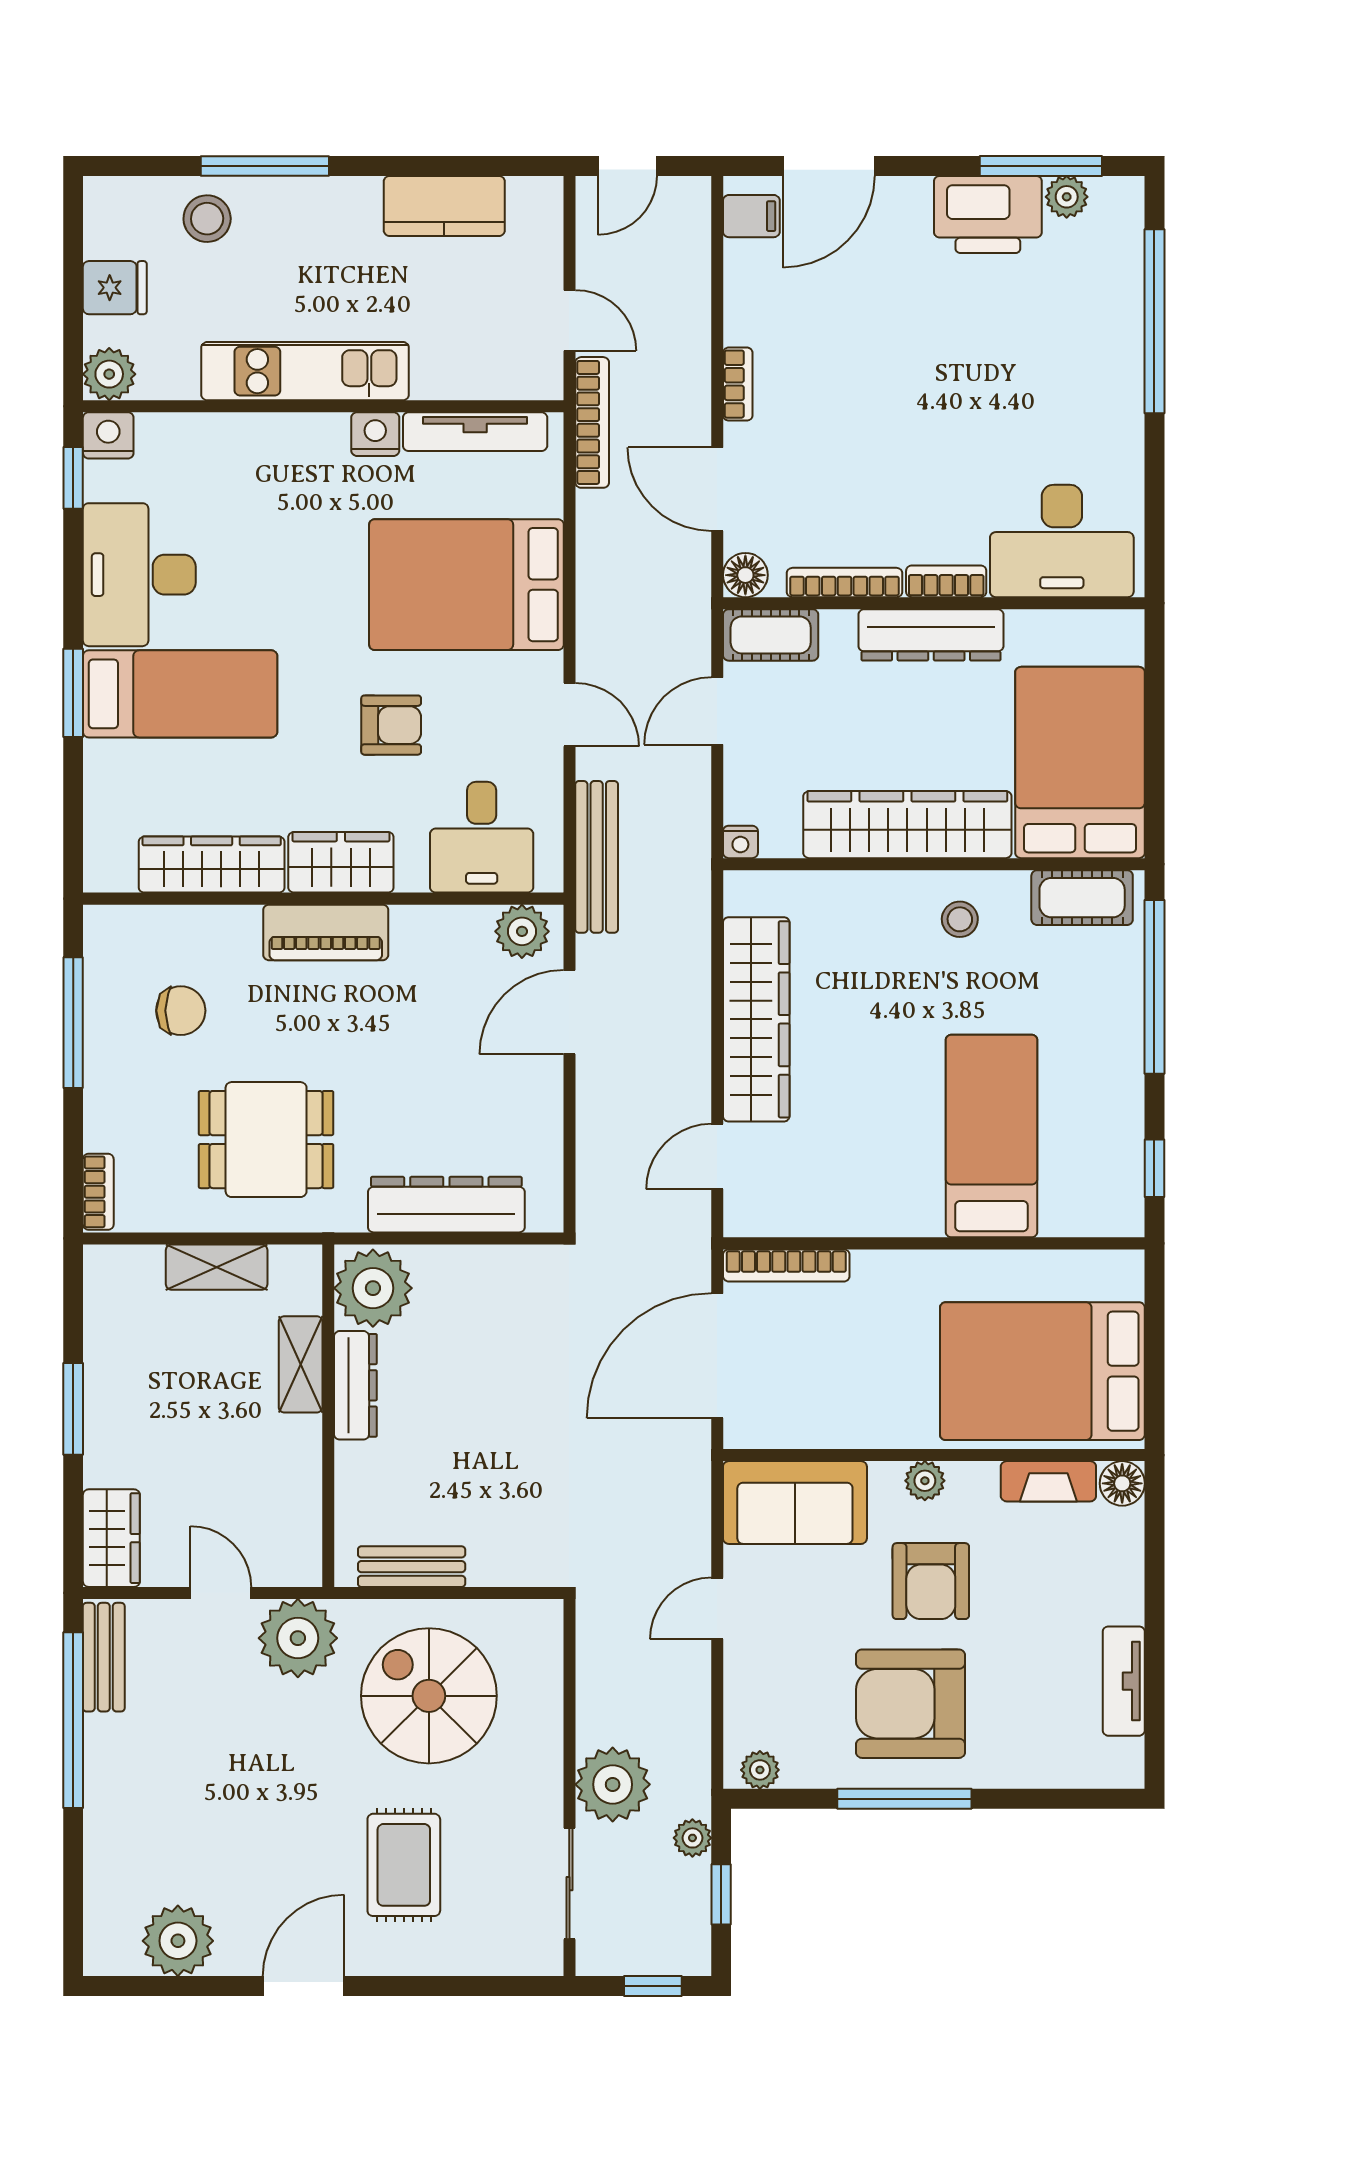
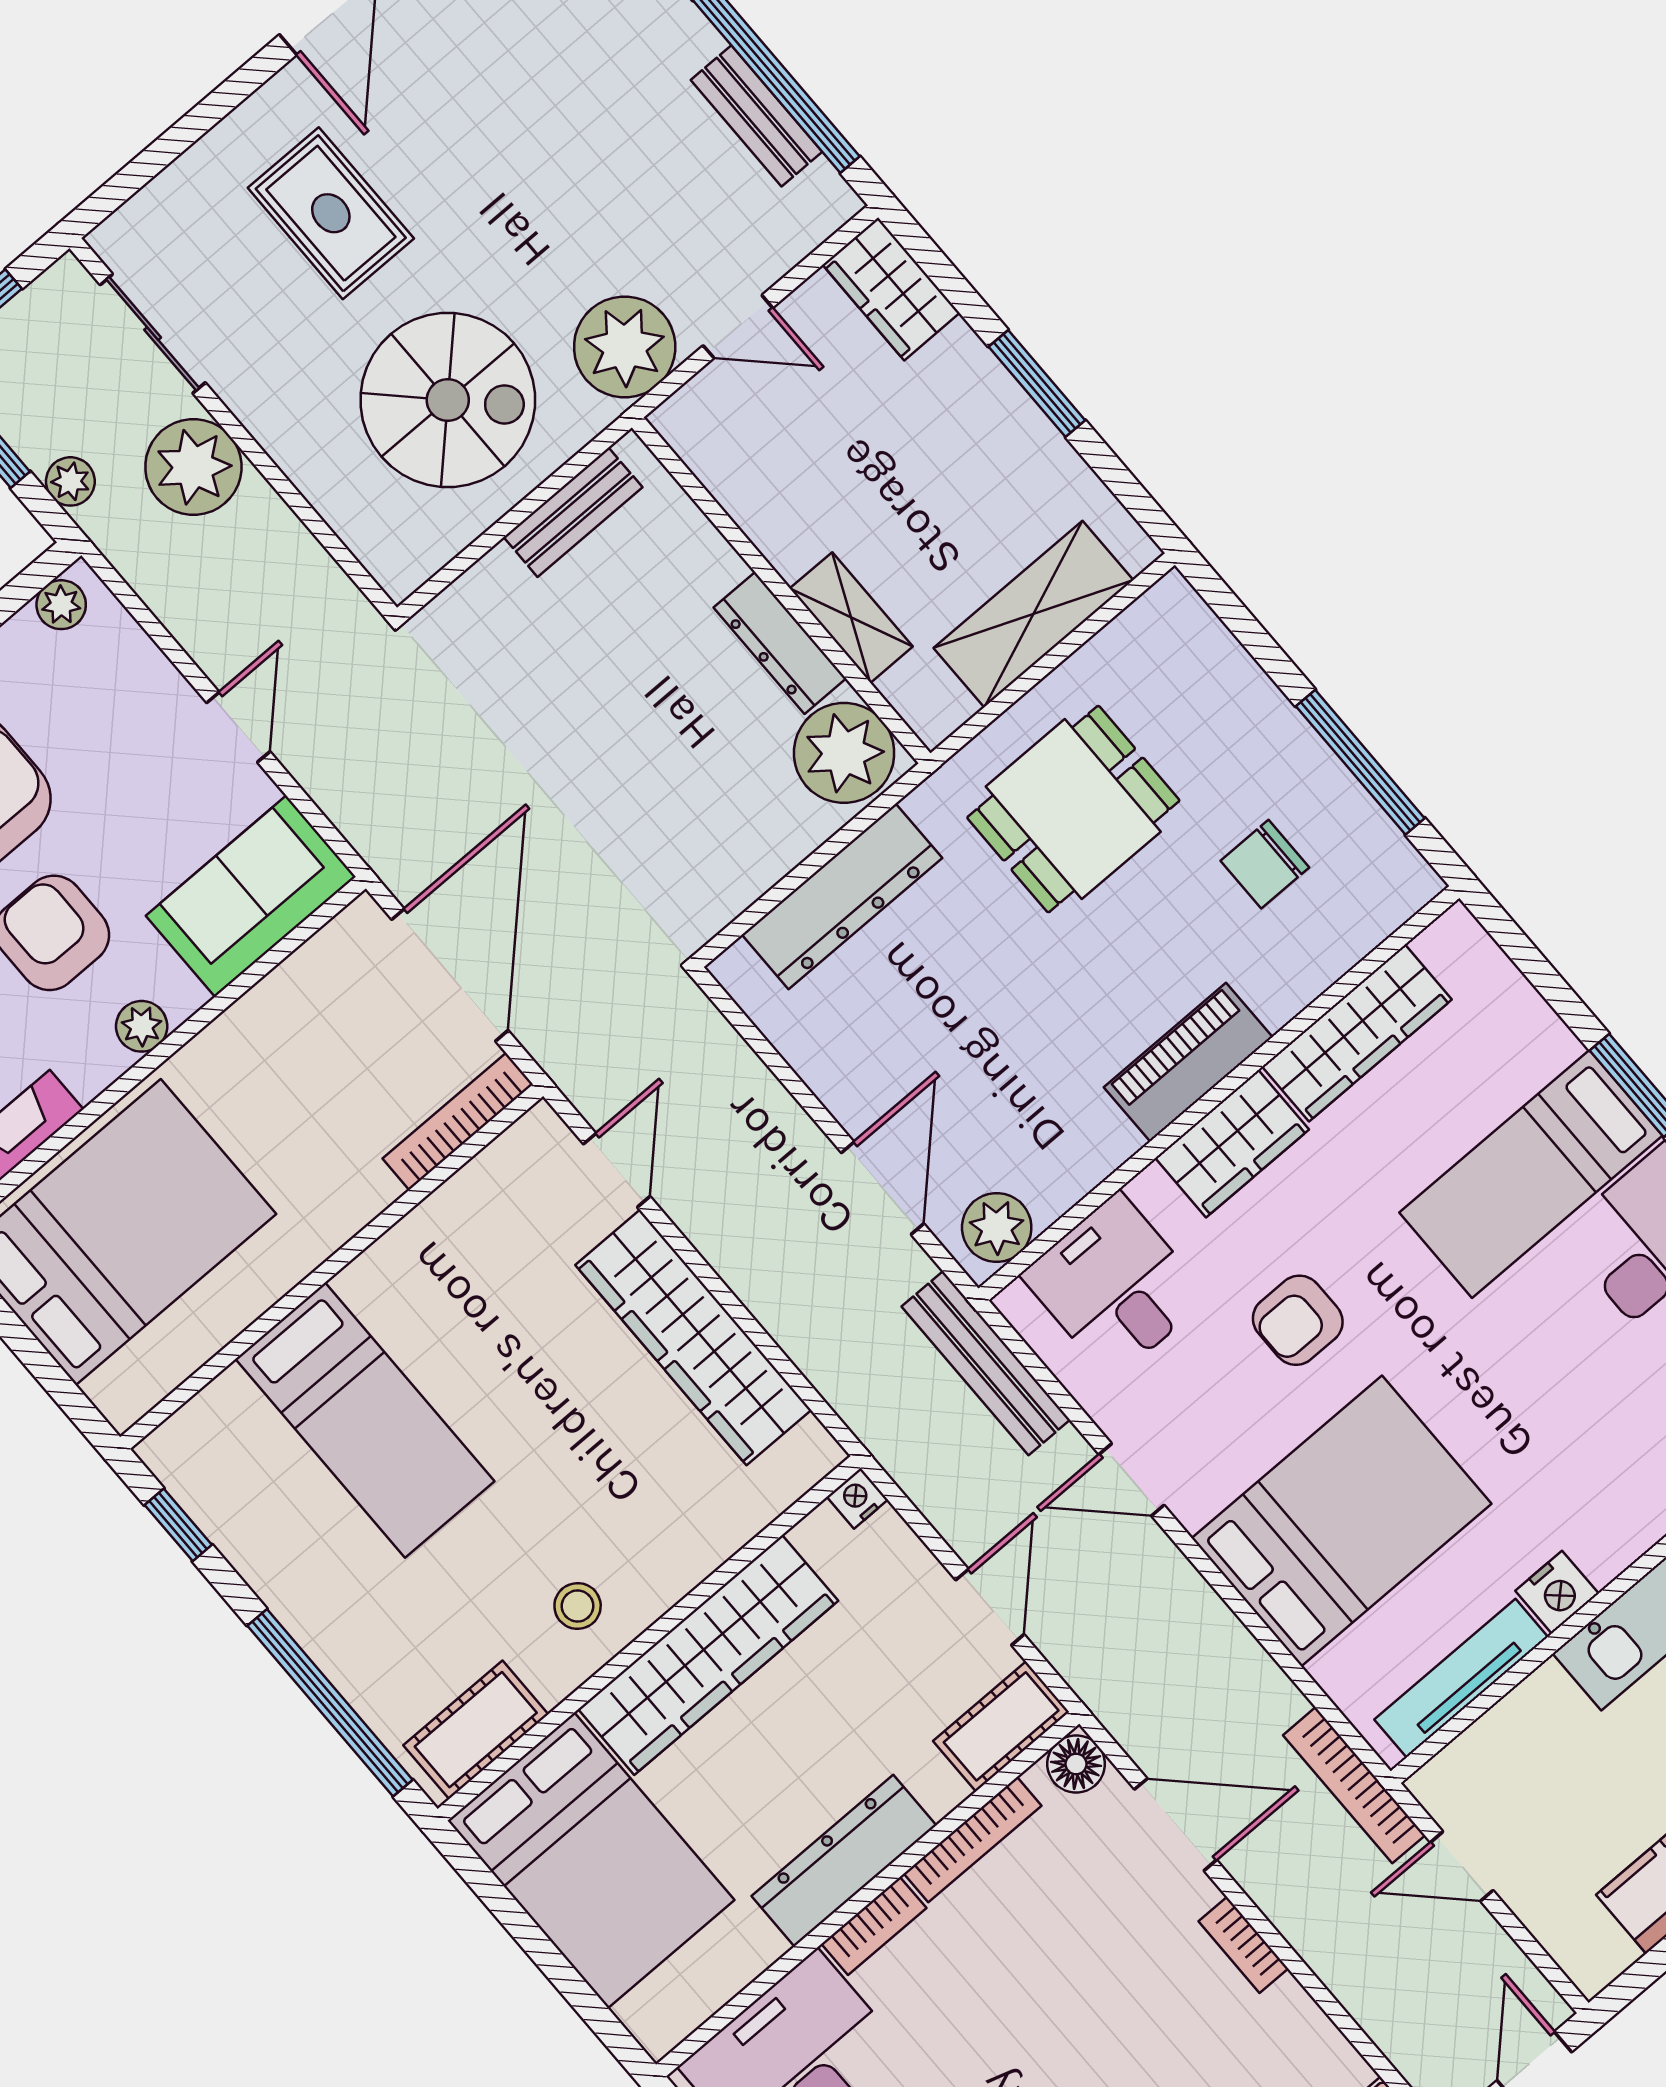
bookcase: (98, 1192) -> (1194, 617), removed
shelving: (217, 1267) -> (1033, 614), width x1.50, depth x1.33
bench: (104, 1657) -> (756, 116), moved

